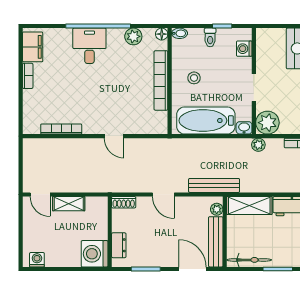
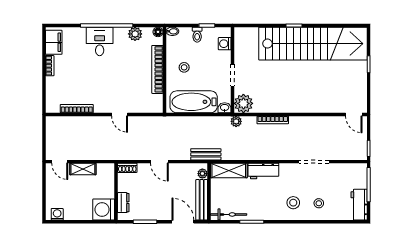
bench: (214, 185) -> (206, 154), width x0.73

